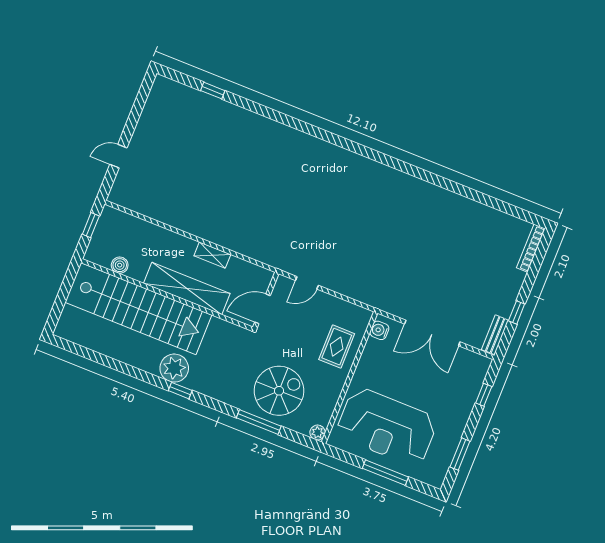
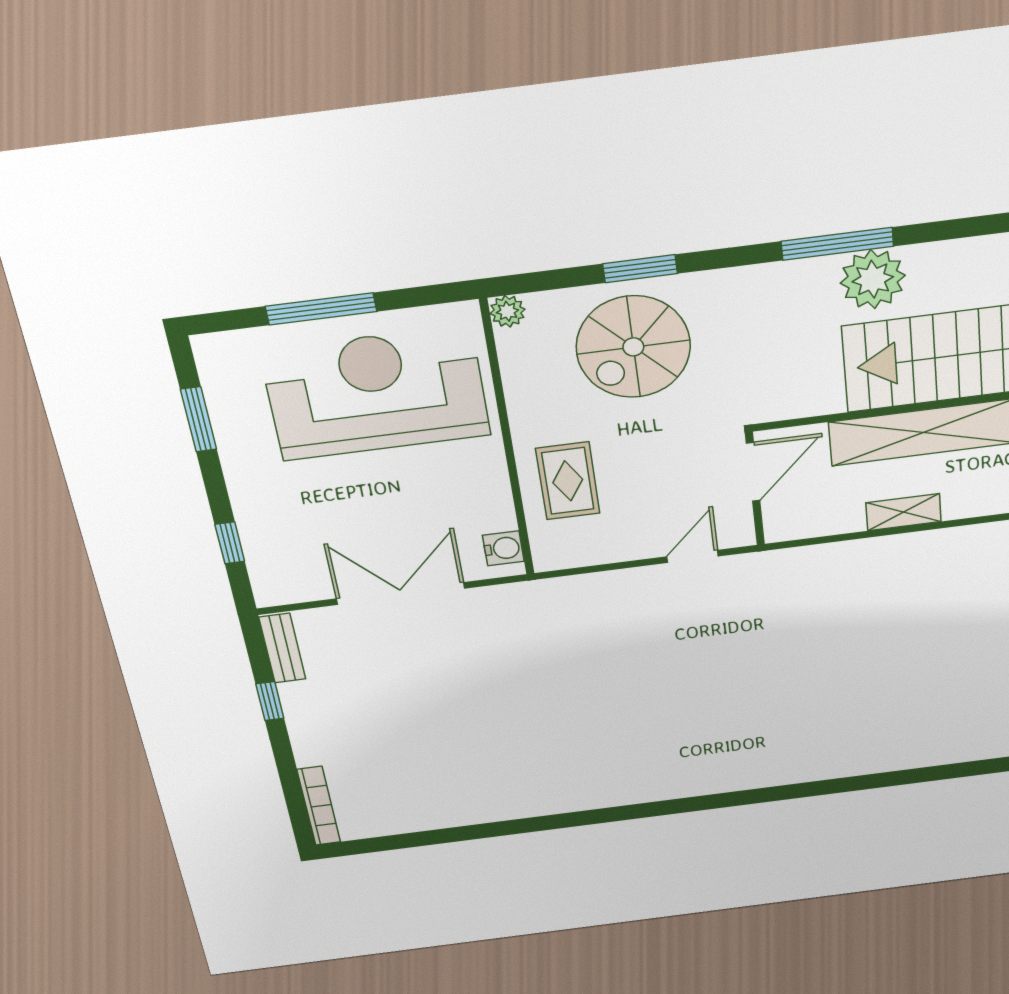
window: (180, 391) -> (837, 244), width x2.17
window: (259, 422) -> (640, 269), width x0.69

